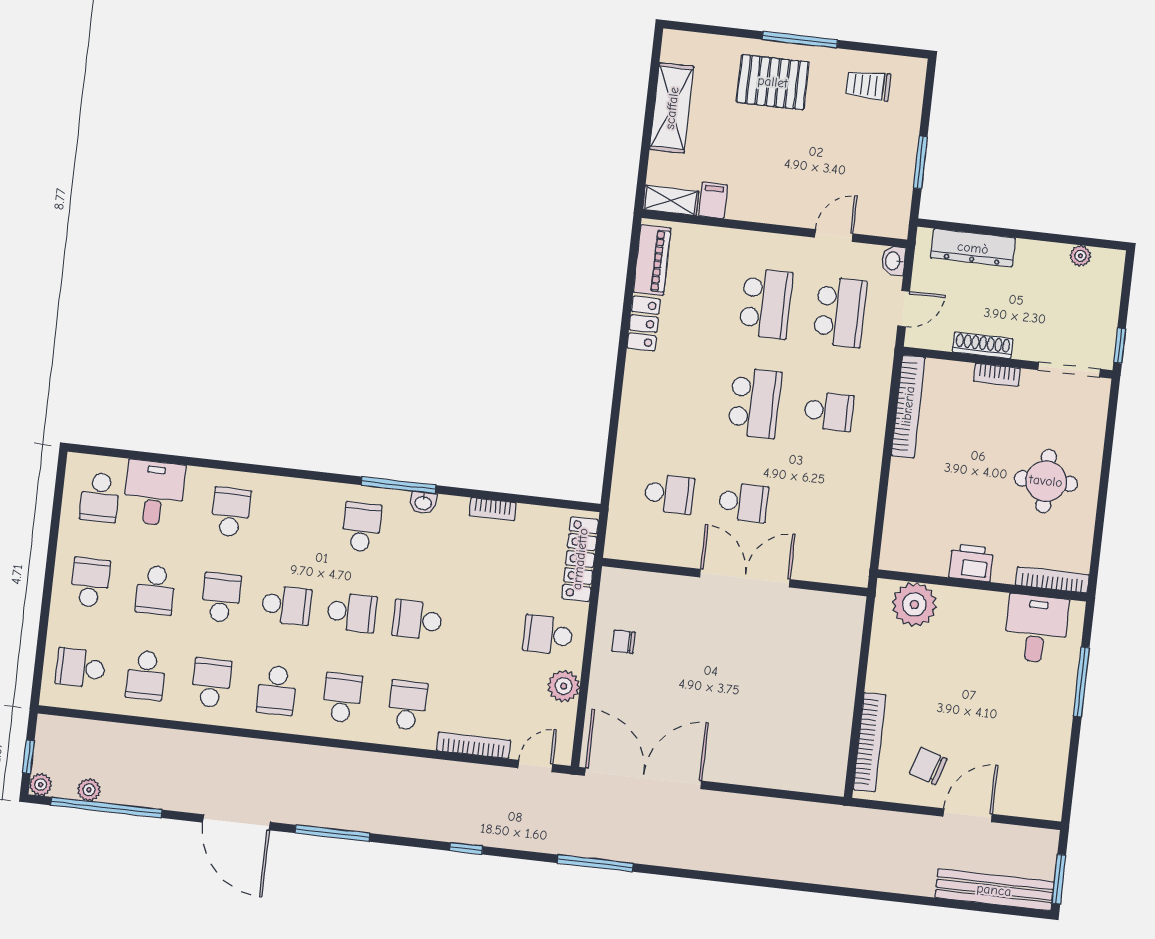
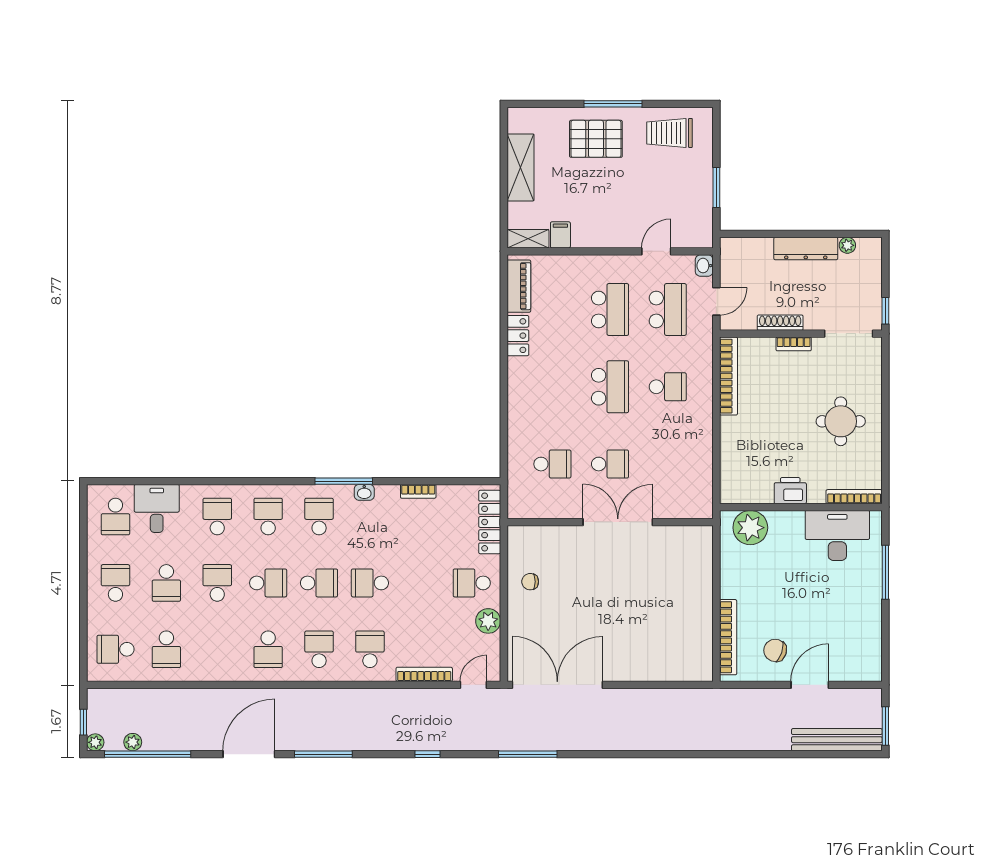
trolley: (868, 85) -> (670, 133), width x1.36, depth x1.39
dresser: (973, 248) -> (806, 249), moved
desk: (1036, 629) -> (837, 536), width x1.37
school desk: (211, 683) -> (268, 517), moved
door: (236, 822) -> (249, 754), swing flipped

